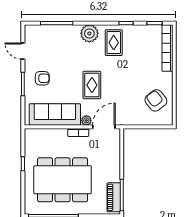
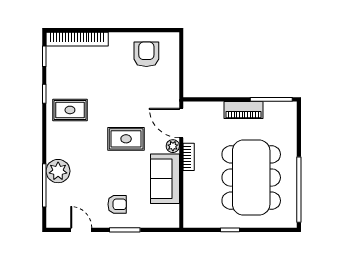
plant: (89, 33) -> (58, 171), moved
door: (23, 51) -> (81, 230), swing flipped
armchair: (42, 78) -> (117, 204), turned 90
armchair: (156, 100) -> (146, 54), turned 128
sofa: (55, 114) -> (165, 179), width x0.73
piano: (114, 197) -> (244, 110), moved

